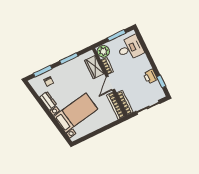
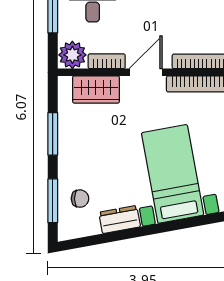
door: (110, 83) -> (146, 72), swing flipped

